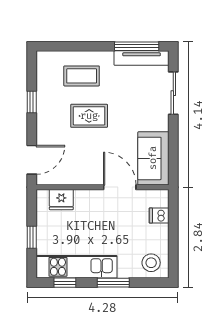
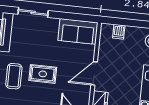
rug: (89, 116) -> (43, 74), turned 90
door: (120, 187) -> (94, 73), moved

